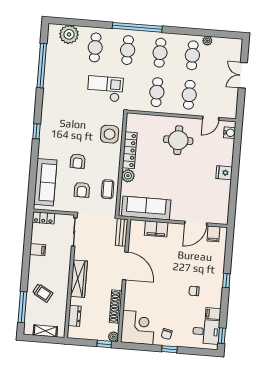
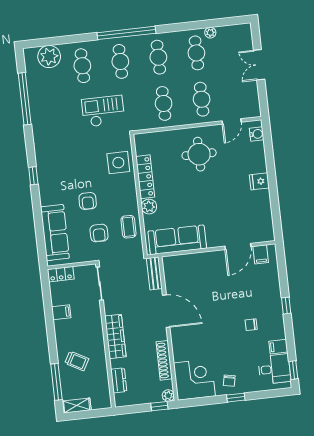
filing cabinet: (156, 229) -> (194, 262), removed
shelving: (45, 331) -> (77, 406), moved

